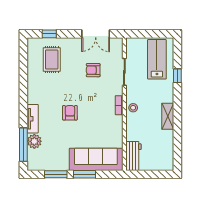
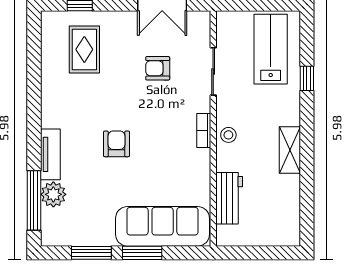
workbench: (133, 156) -> (229, 198), moved

